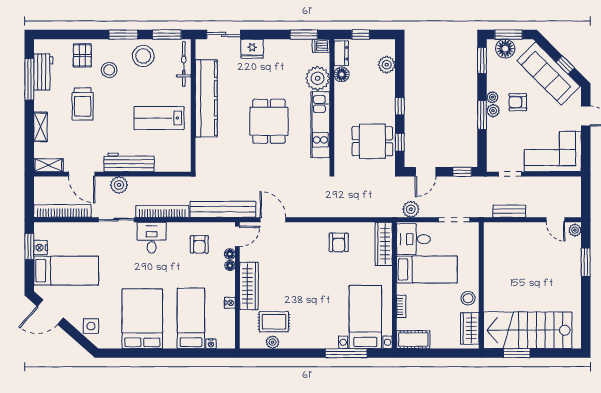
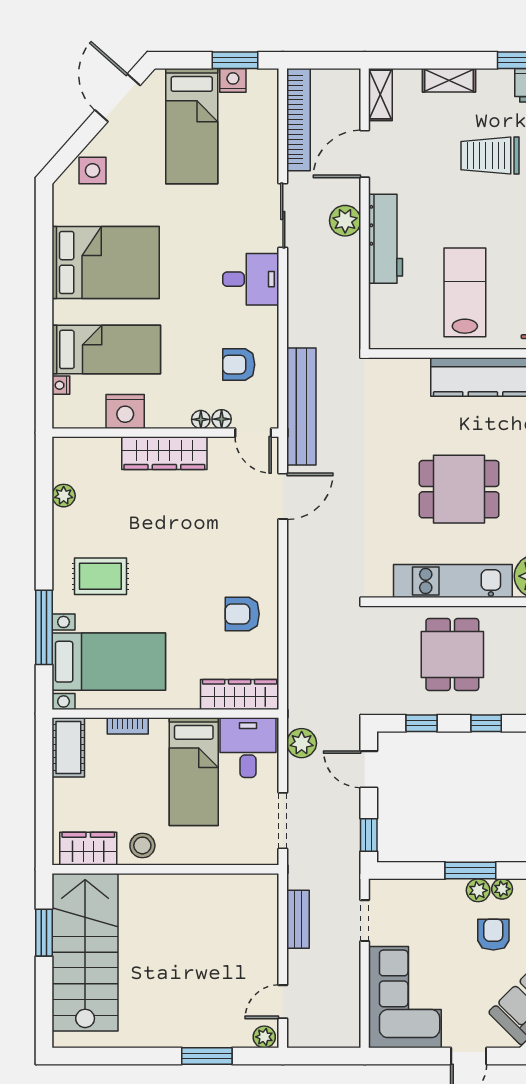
dining table: (372, 141) -> (452, 655), moved
bookcase: (162, 211) -> (298, 298), removed
nightstand: (230, 303) -> (125, 411), width x1.89, depth x1.79
rug: (274, 322) -> (100, 576), moved, turned 90

